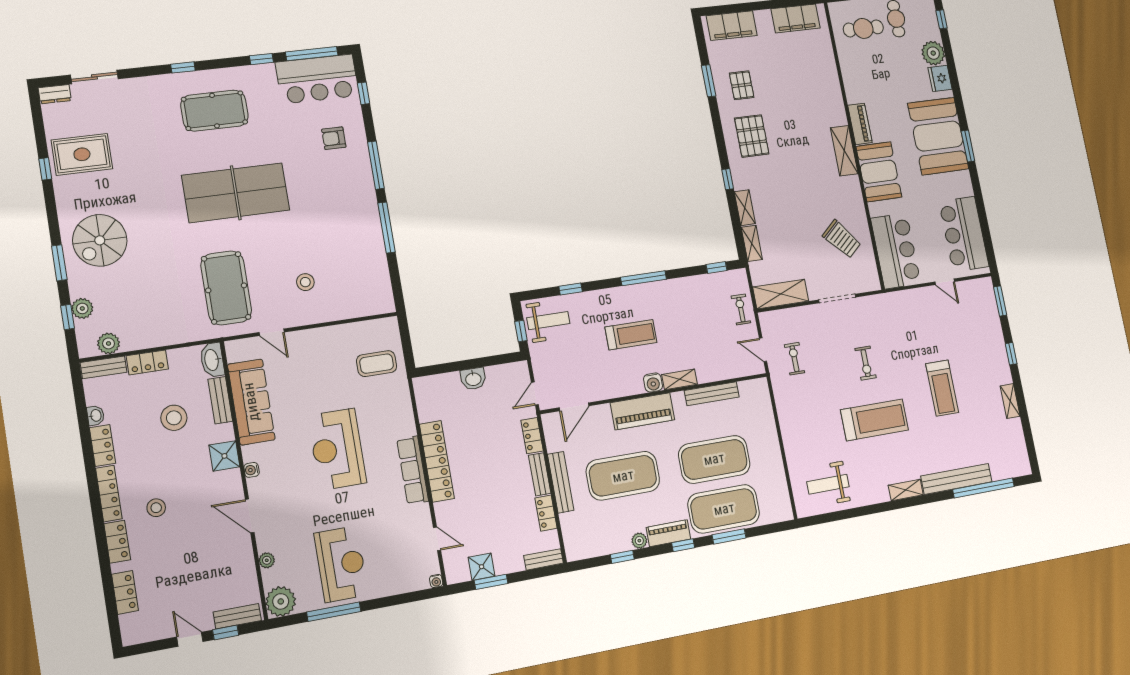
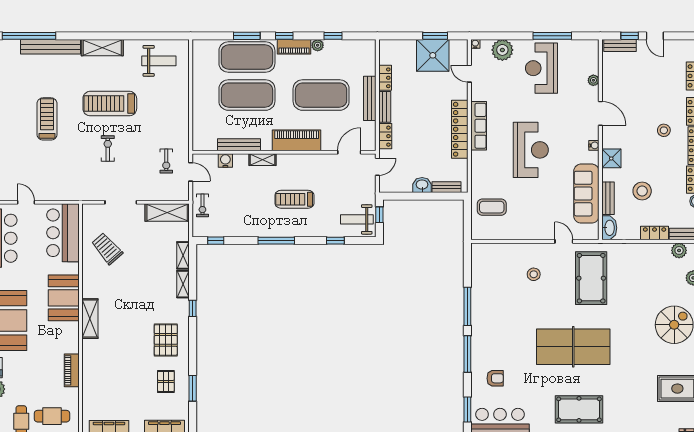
window: (364, 93) -> (467, 410), width x1.50
piano: (860, 124) -> (72, 370), moved
water cooler: (653, 383) -> (225, 161), moved
shelving: (906, 490) -> (102, 48), width x1.50, depth x1.33
bench: (544, 559) -> (446, 187), moved
shower: (482, 567) -> (433, 55), width x1.86, depth x1.86
plant: (281, 601) -> (502, 50), moved

